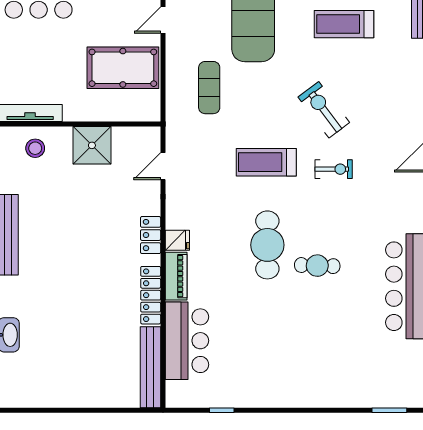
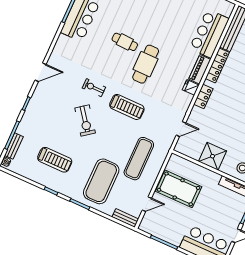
exercise mat: (209, 88) -> (139, 159), width x1.36, depth x1.45

